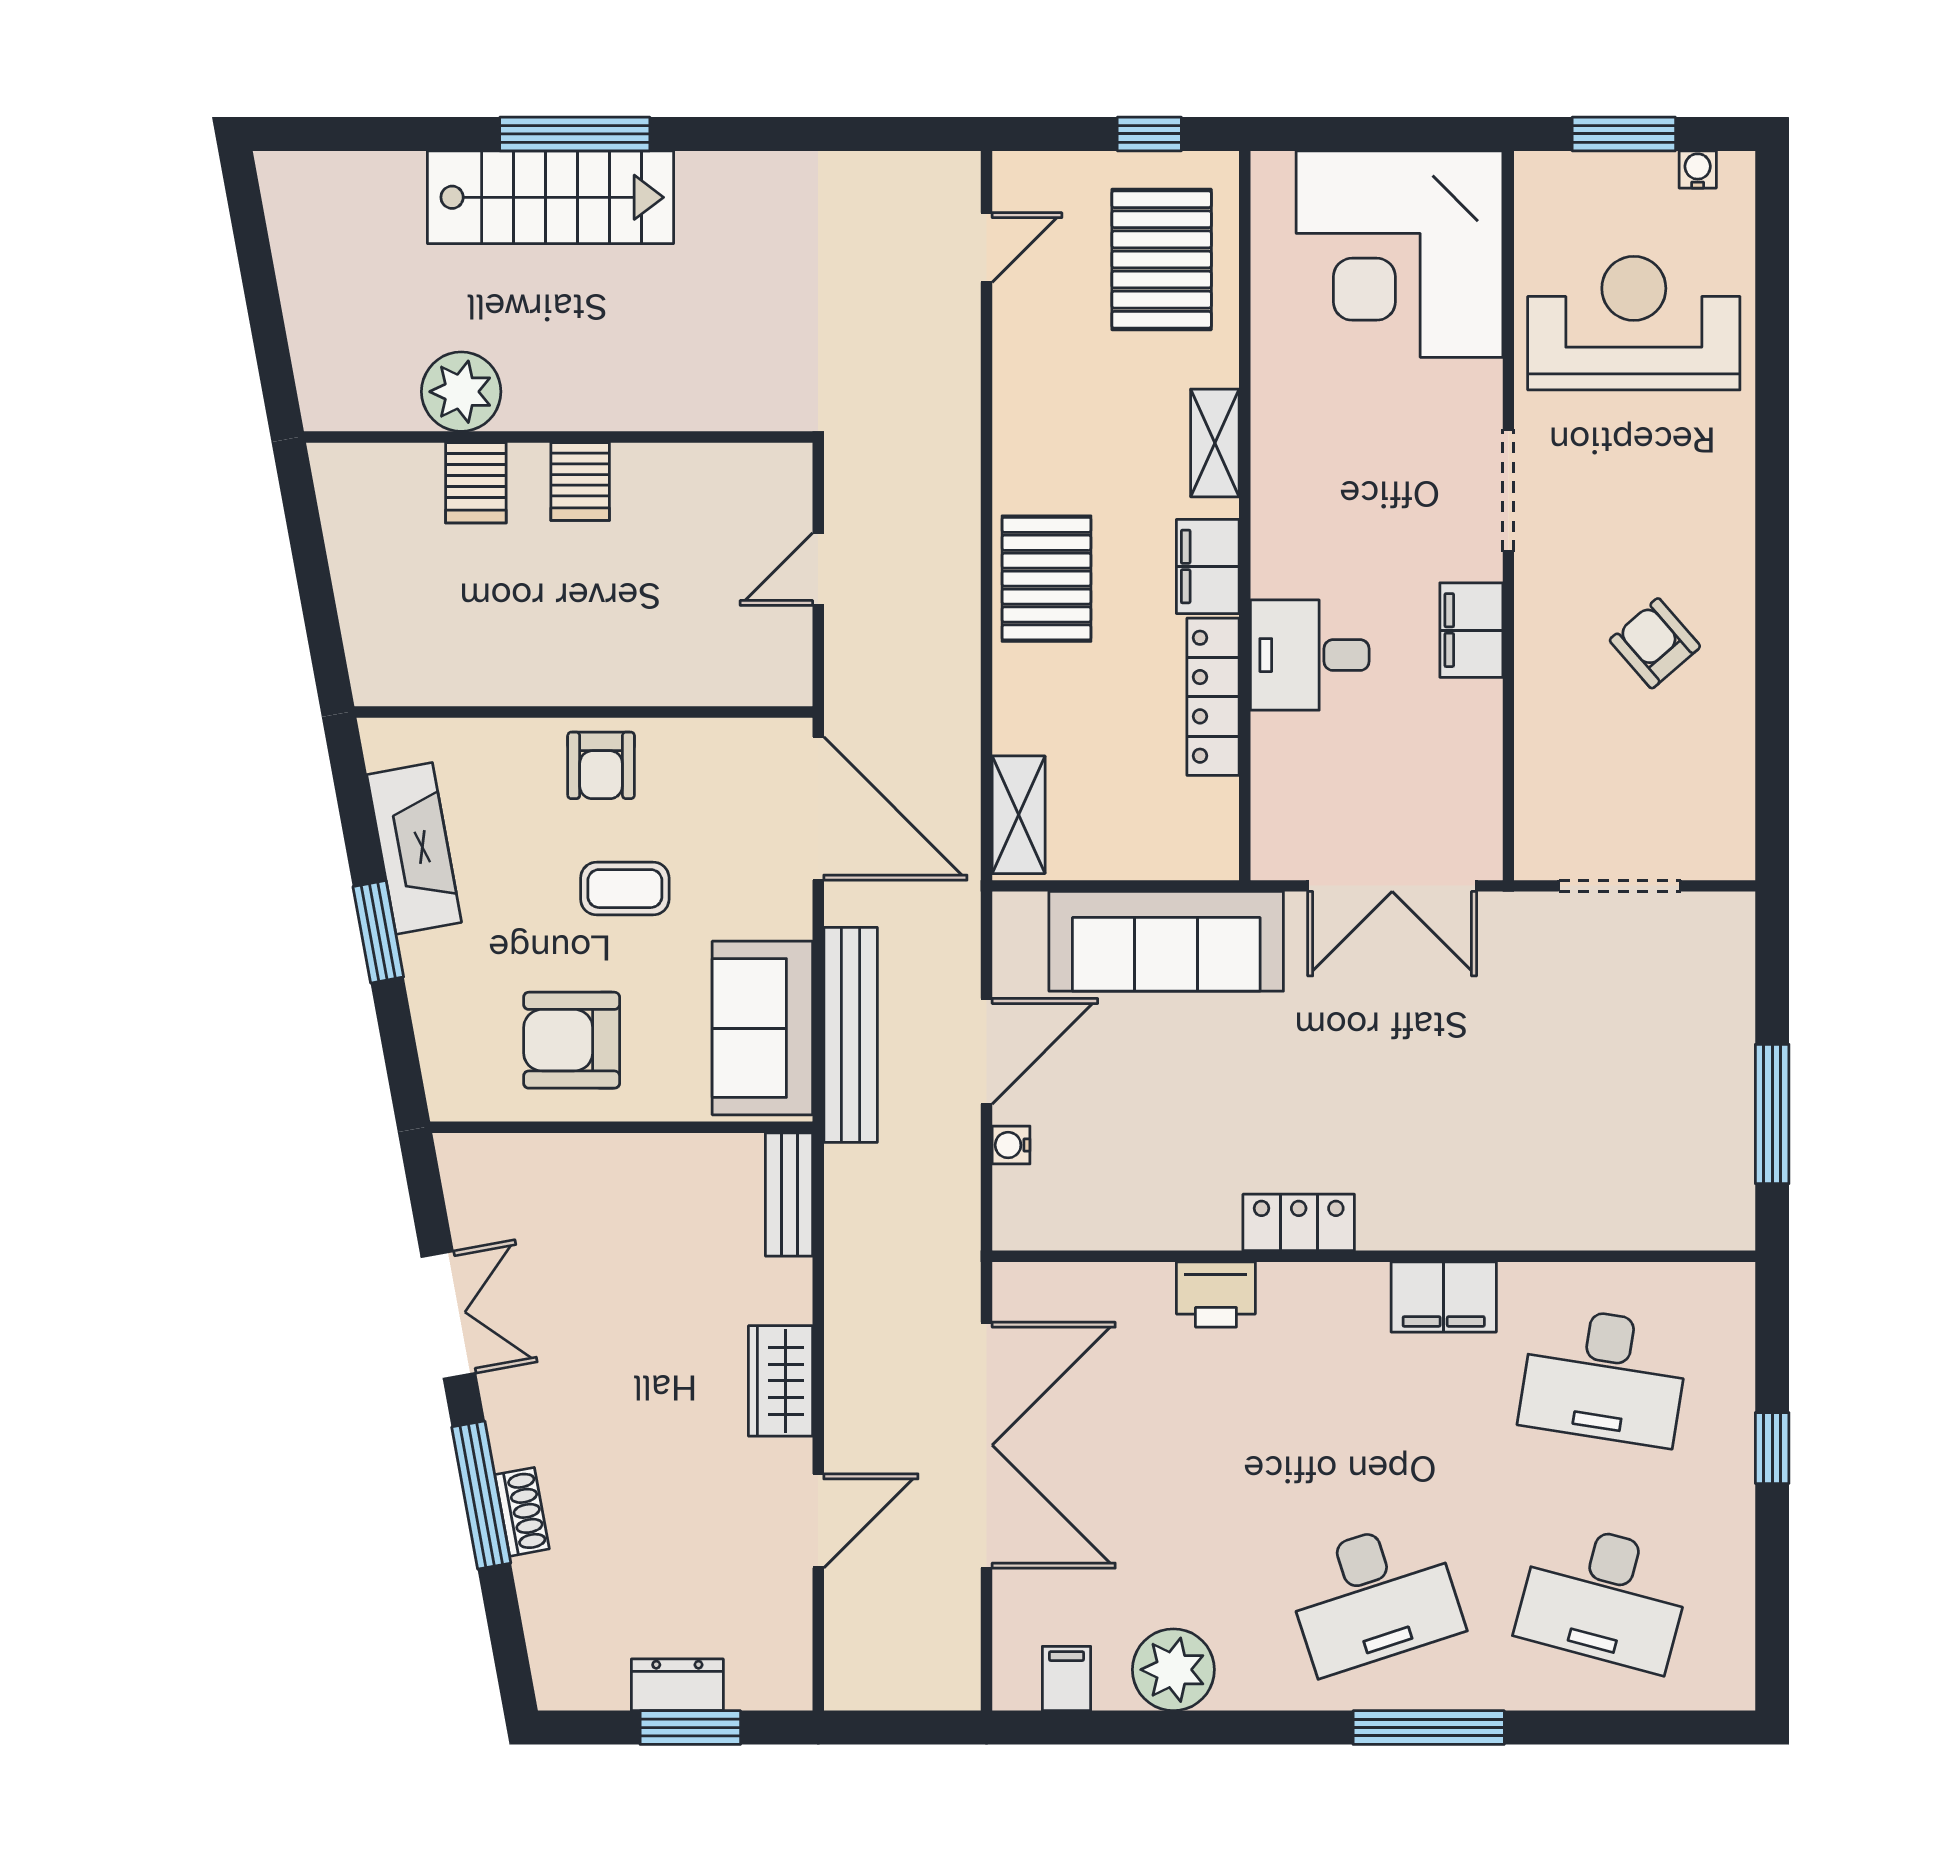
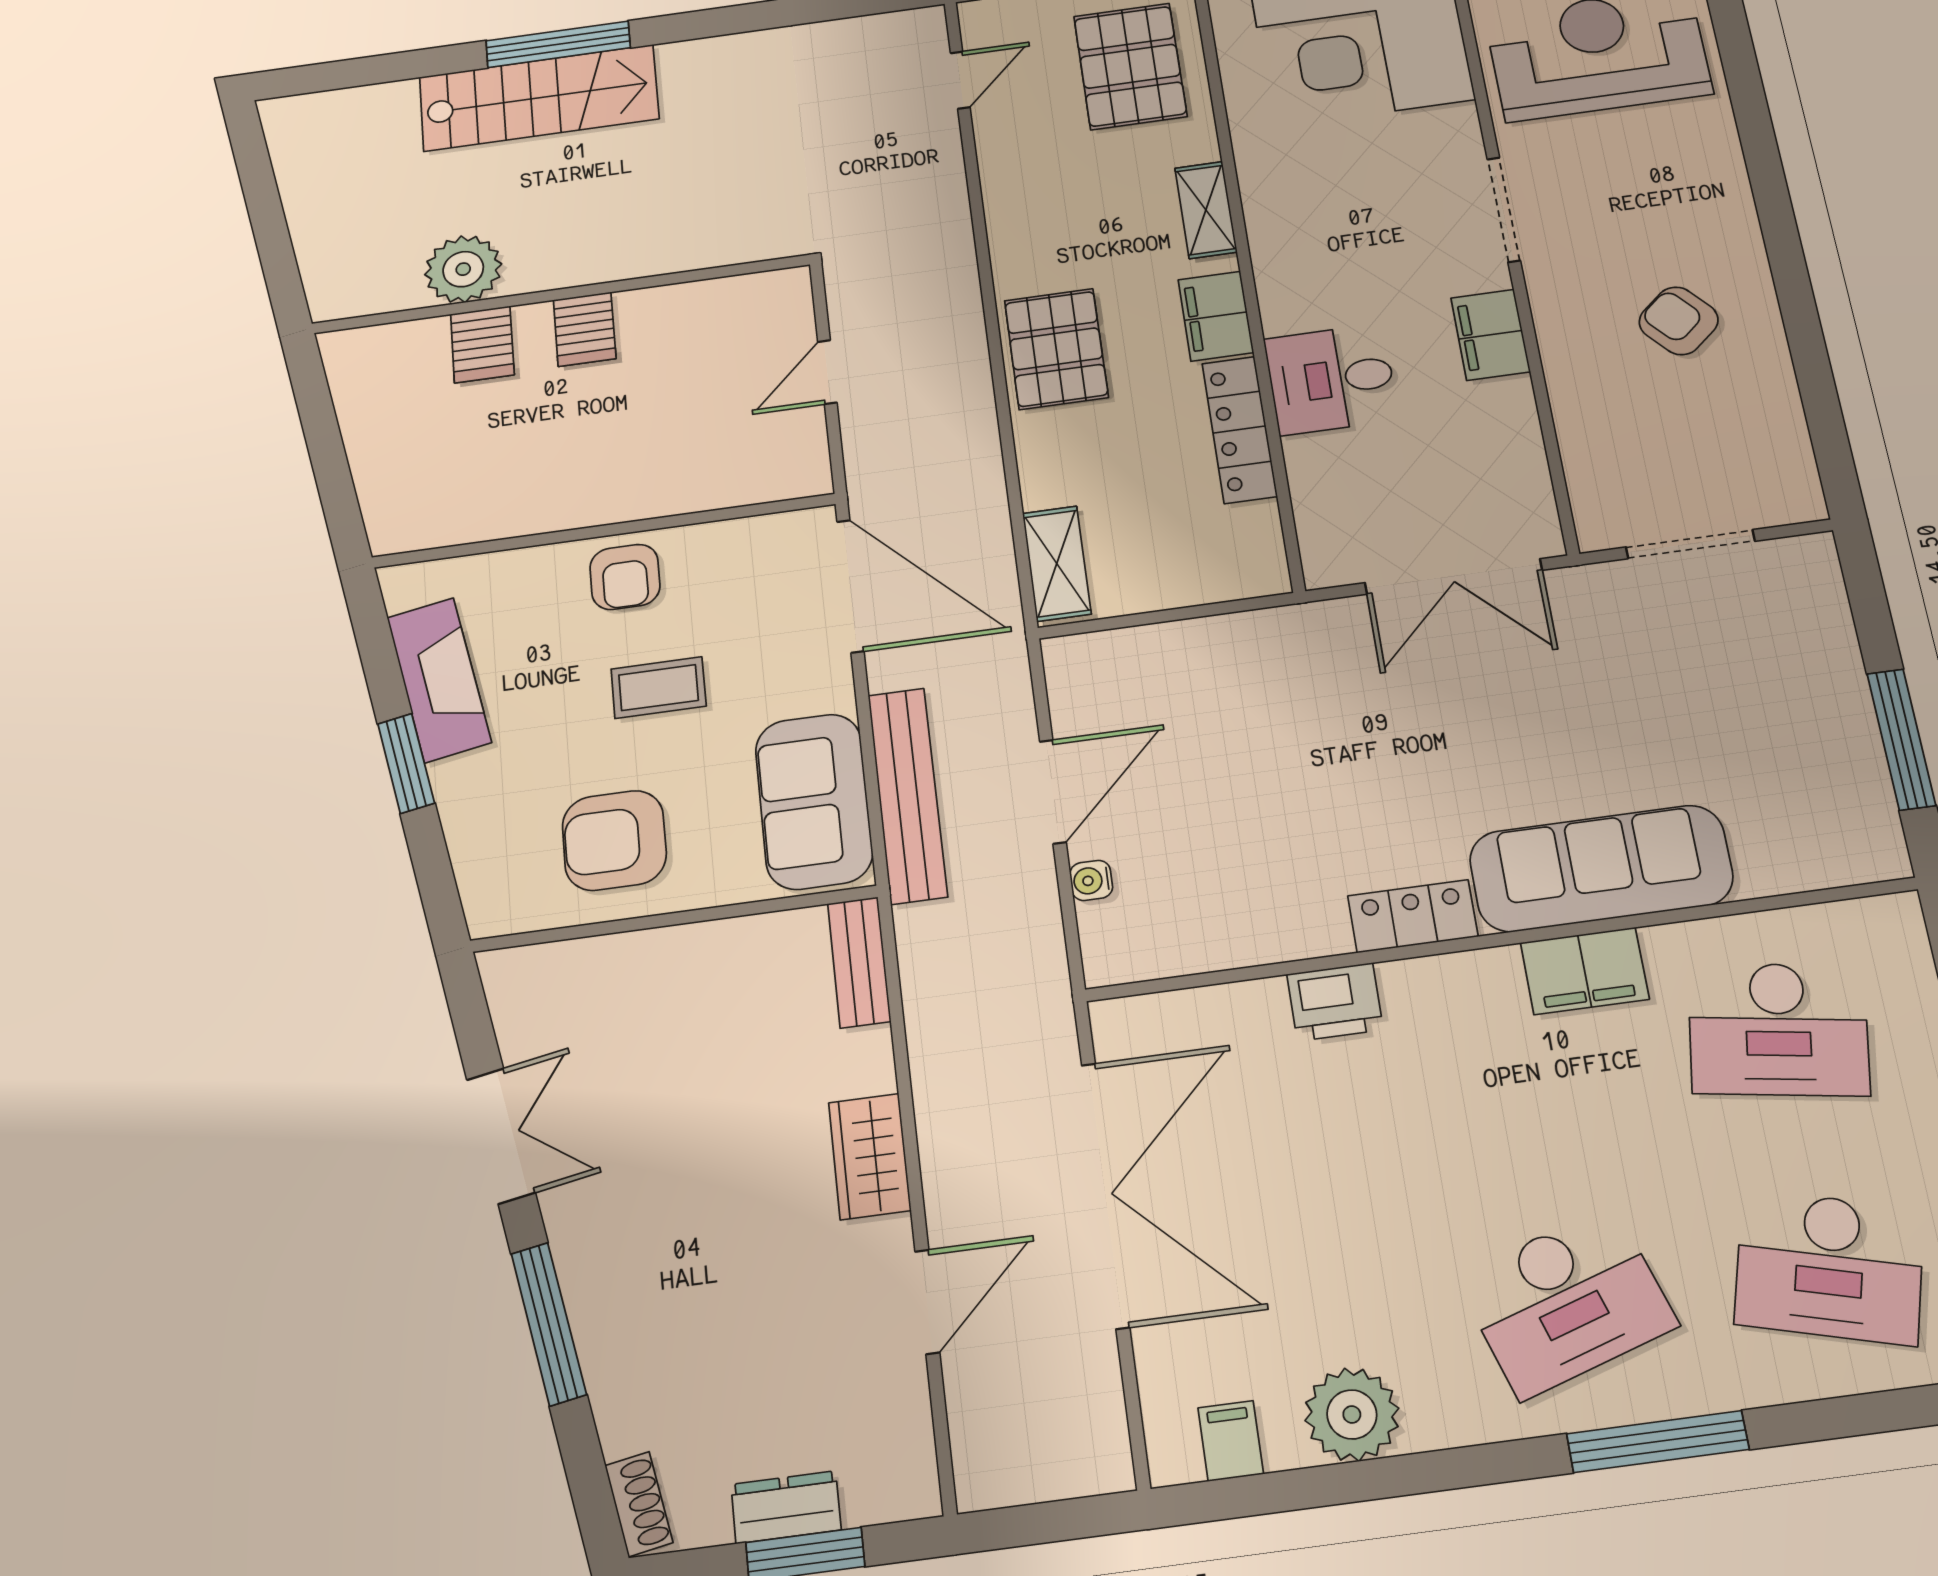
sofa: (1166, 941) -> (1601, 868), moved, turned 180
shoe rack: (522, 1512) -> (639, 1504), moved

